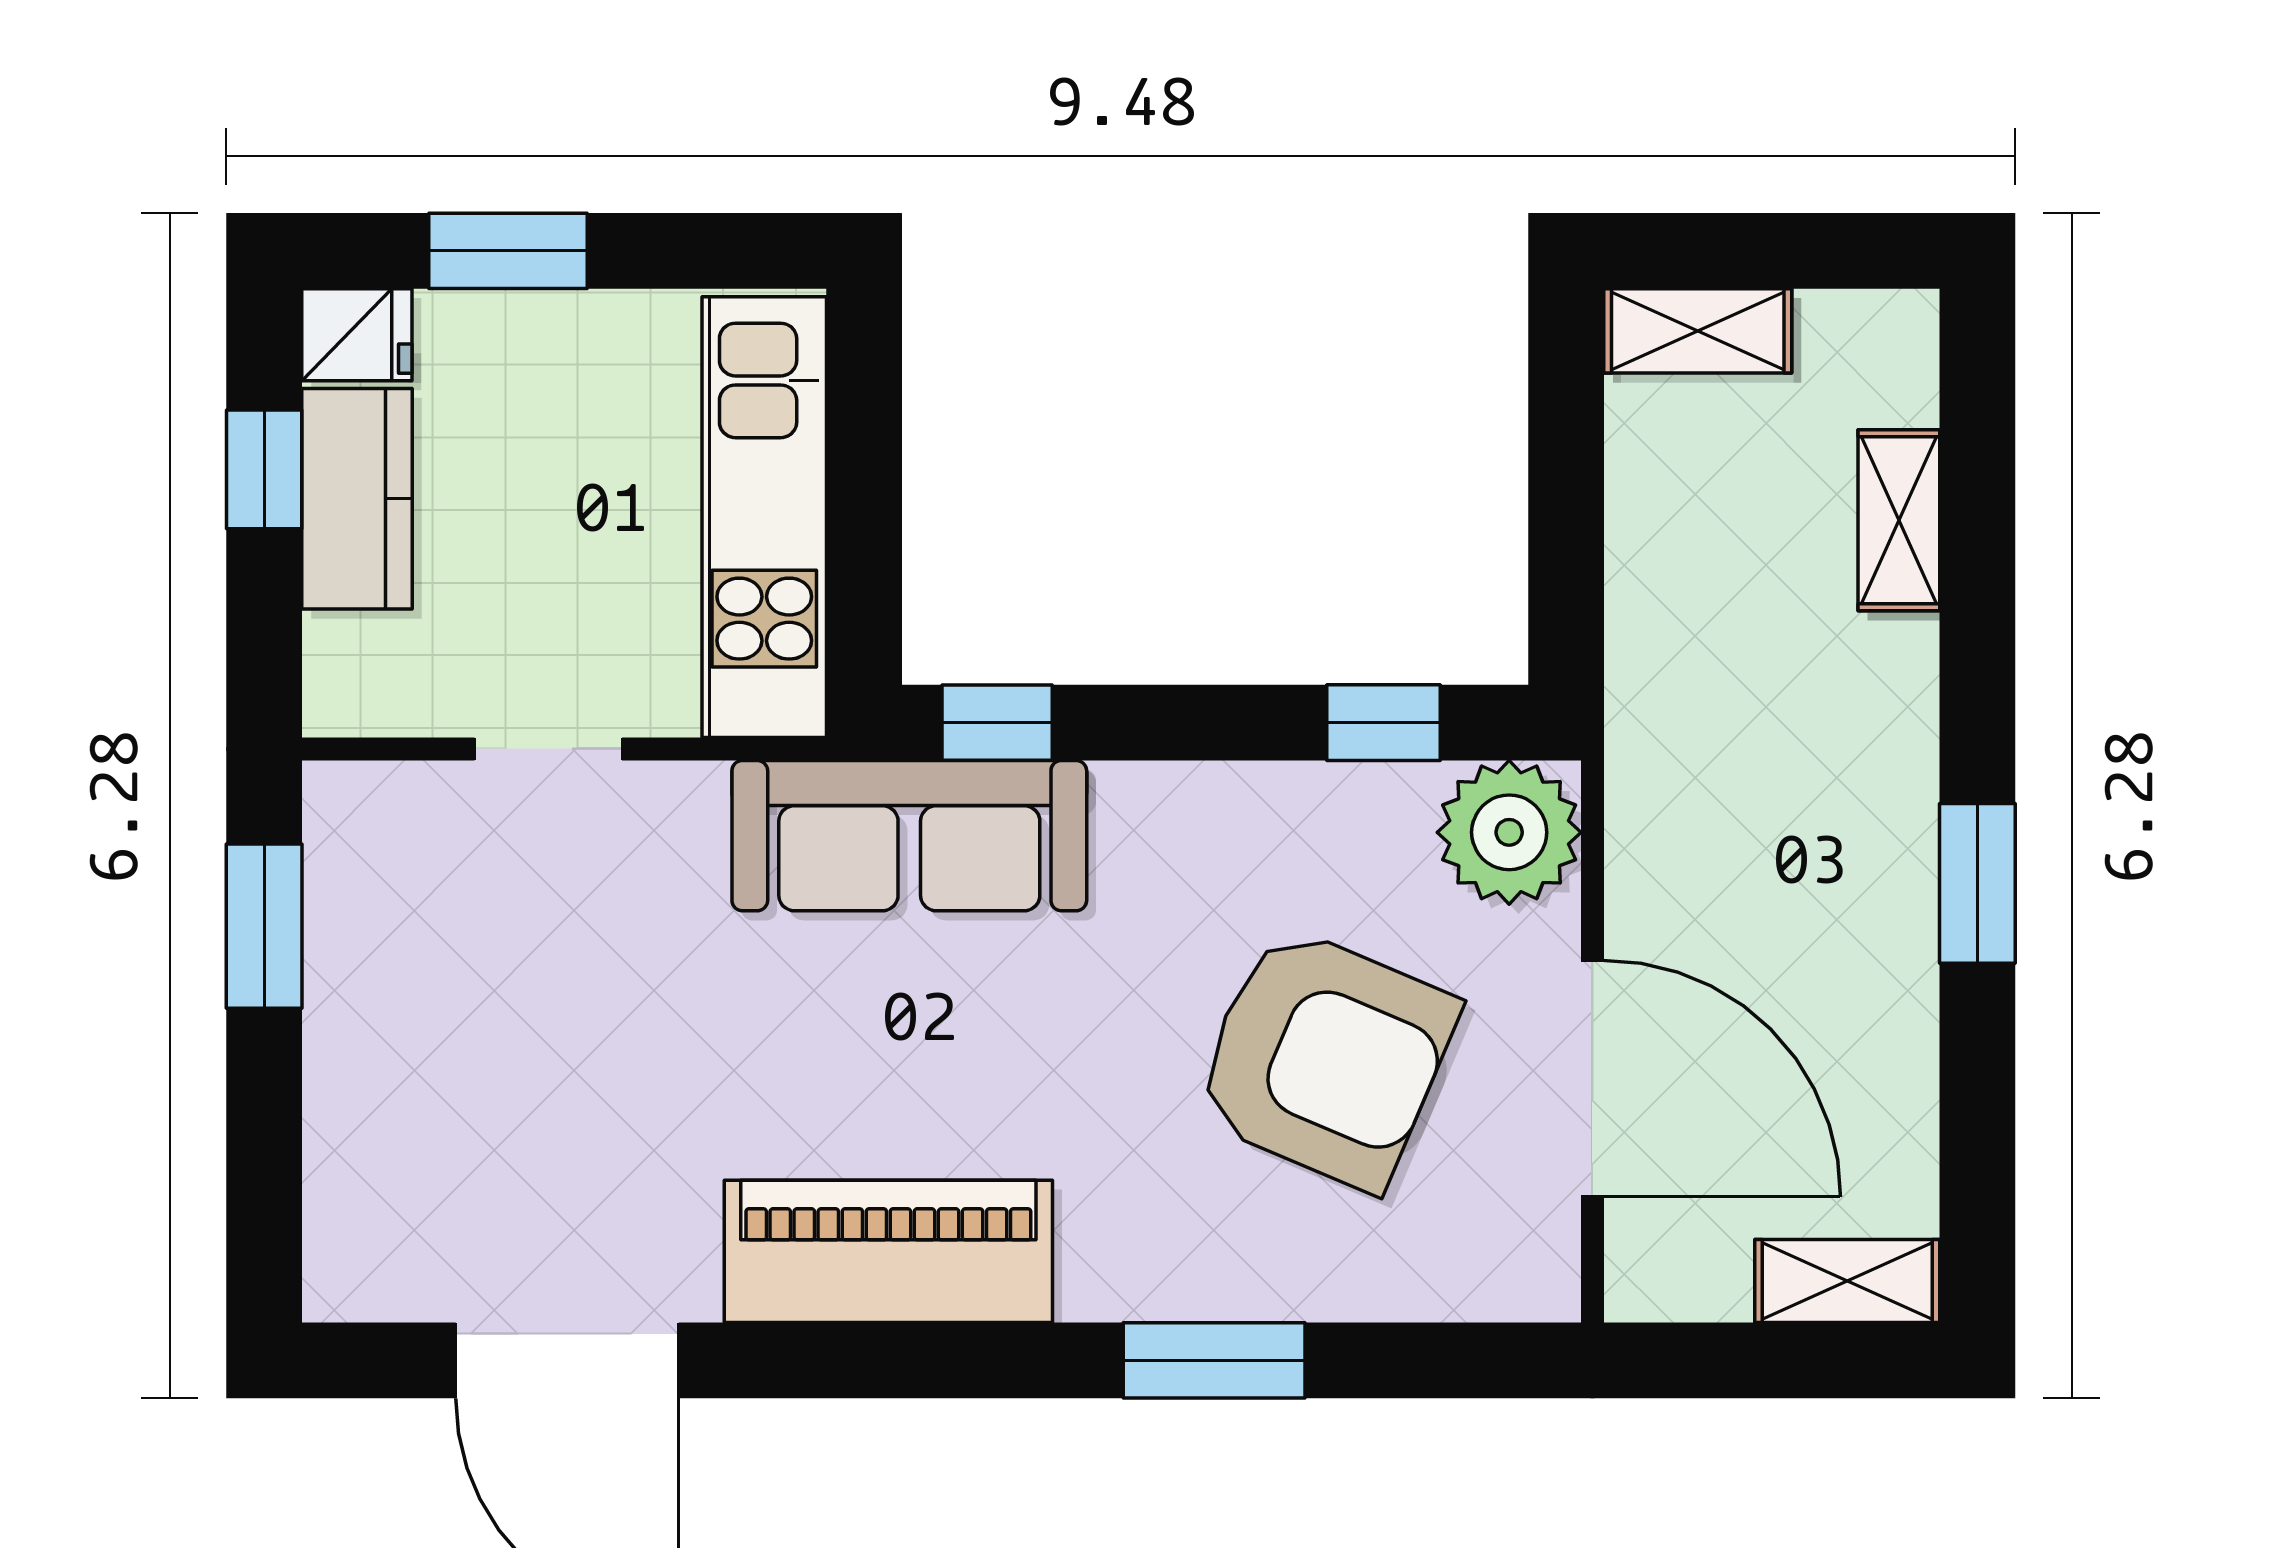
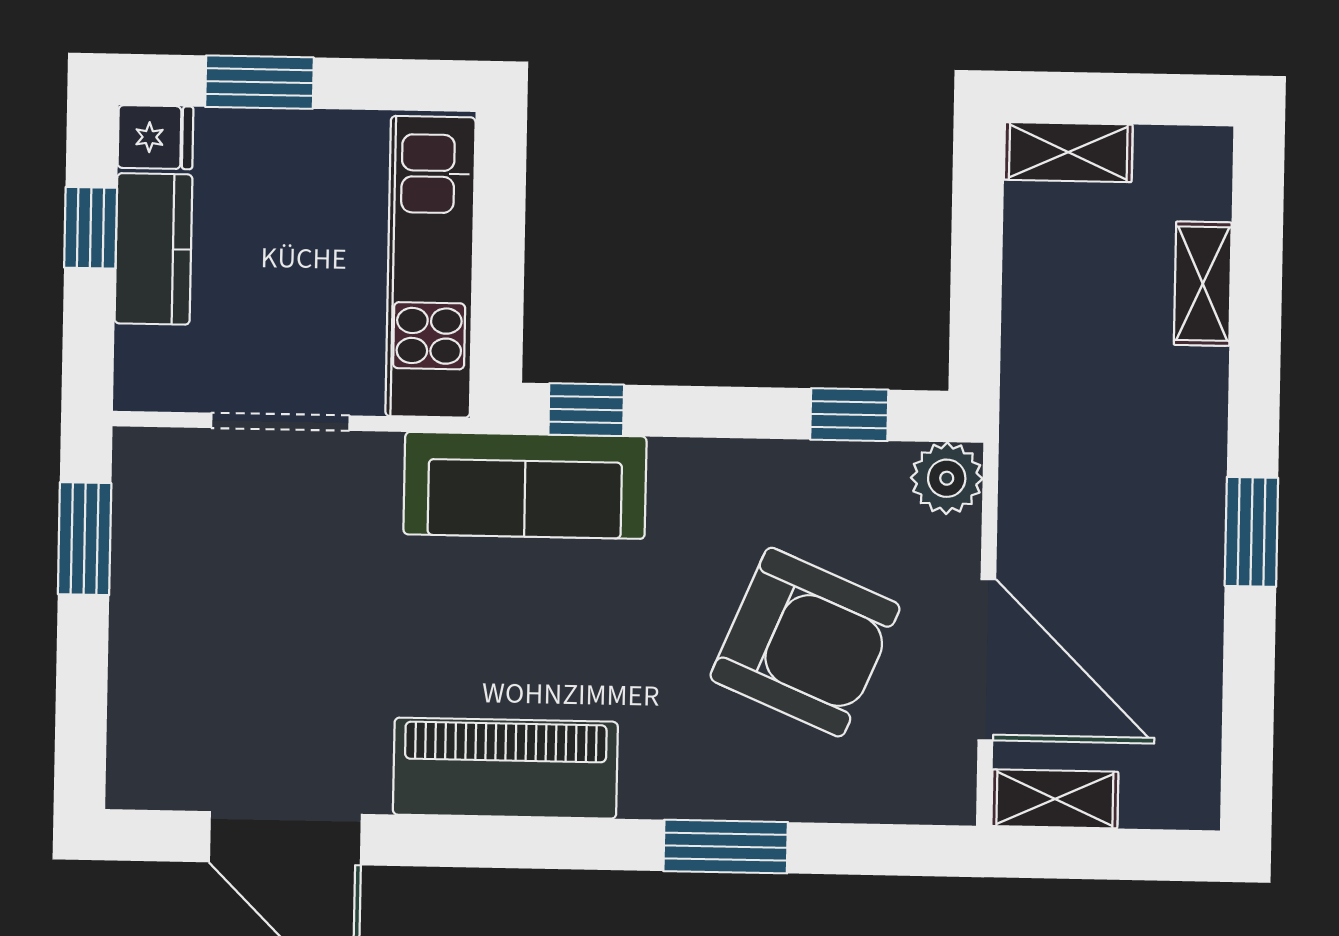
doorway: (548, 749) -> (280, 422), width x1.38
plant: (1509, 832) -> (947, 478), width x0.73, depth x0.73
shelving: (1847, 1281) -> (1055, 799), moved

